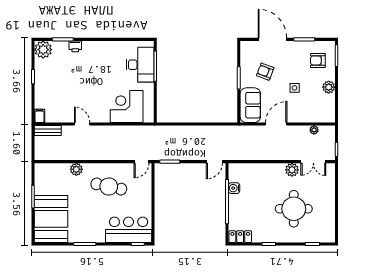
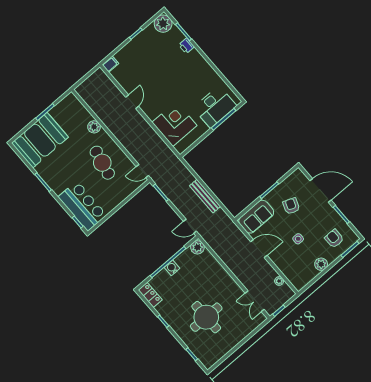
door: (272, 39) -> (320, 190), hinge flipped
bench: (48, 131) -> (205, 196), moved, width x1.36
plant: (292, 170) -> (197, 247), moved
water cooler: (234, 188) -> (172, 268), moved

